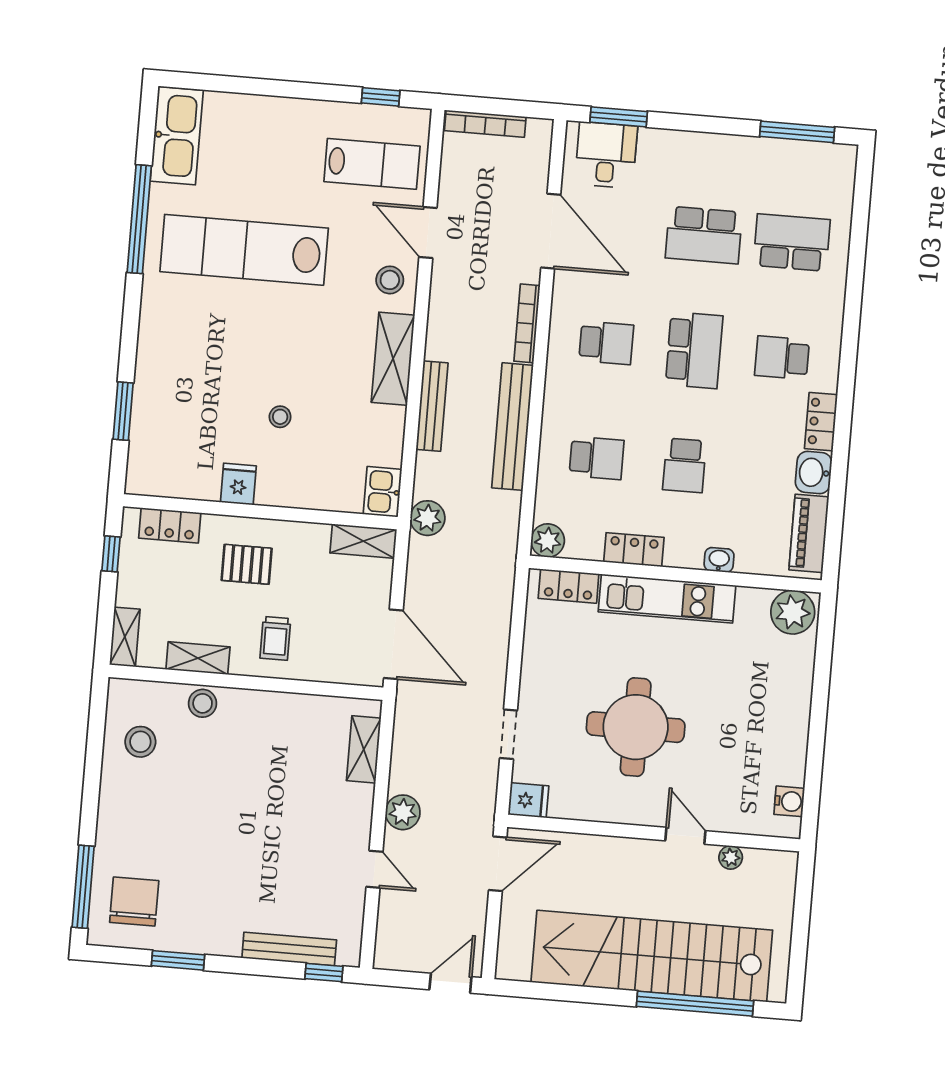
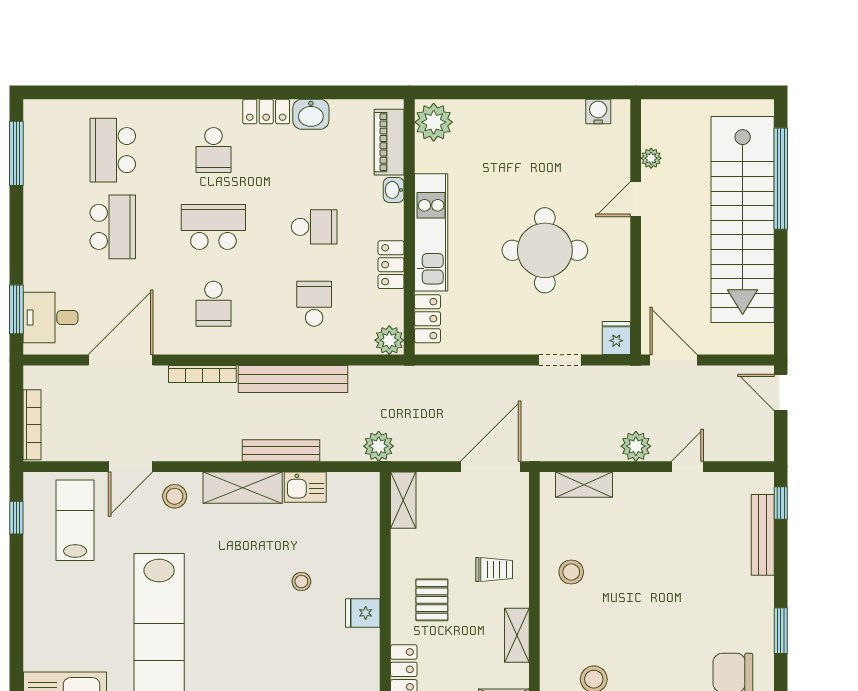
school desk: (606, 343) -> (213, 304), turned 180
kitchen sink: (383, 492) -> (305, 487), moved
piano: (809, 533) -> (389, 142), moved, turned 90
stool: (203, 703) -> (571, 572), moved

